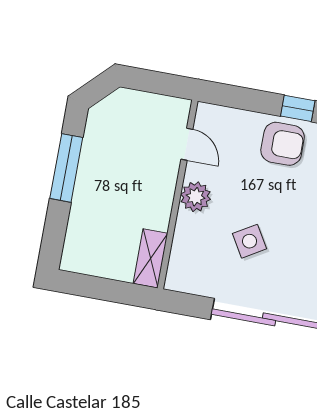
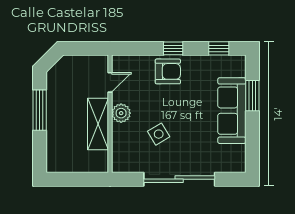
door: (187, 144) -> (110, 82), hinge flipped
shelving: (150, 258) -> (98, 124), moved, width x1.50, depth x1.33

